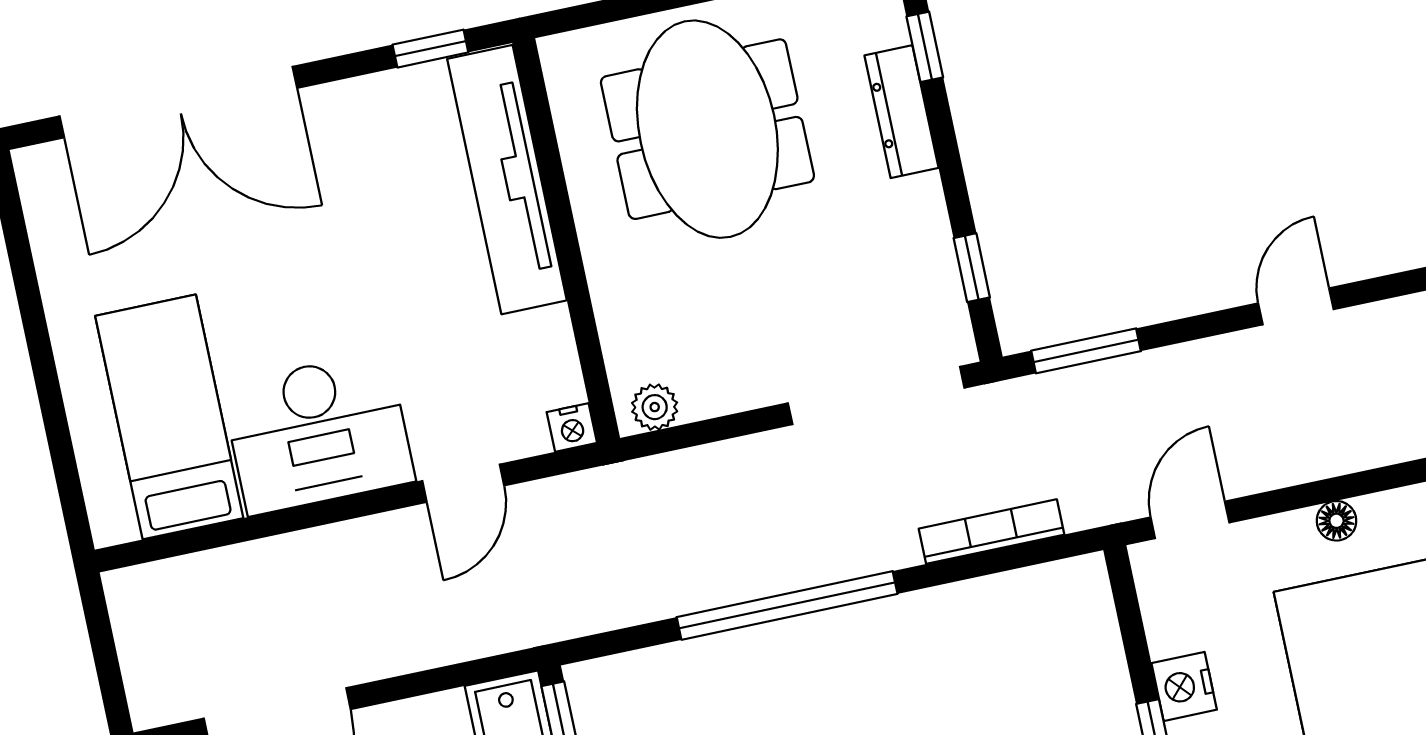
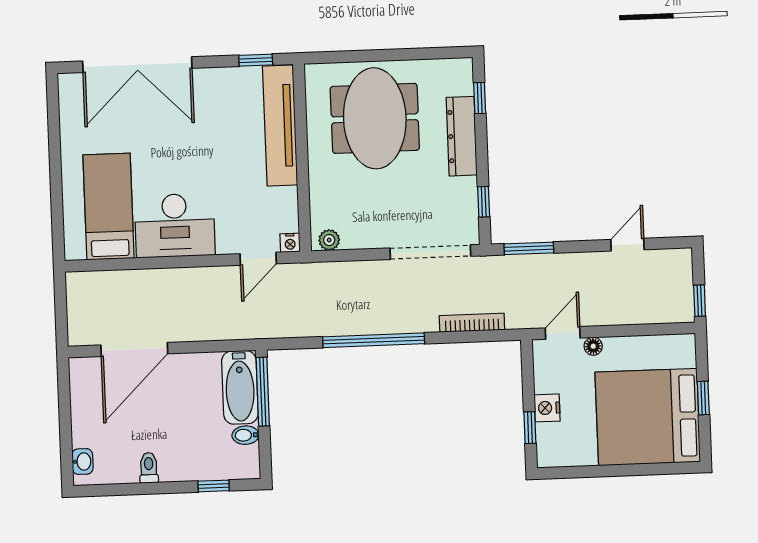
dresser: (902, 112) -> (462, 136), width x1.37, depth x1.24
door: (463, 483) -> (258, 259), moved
floor lamp: (1336, 521) -> (593, 346), moved

